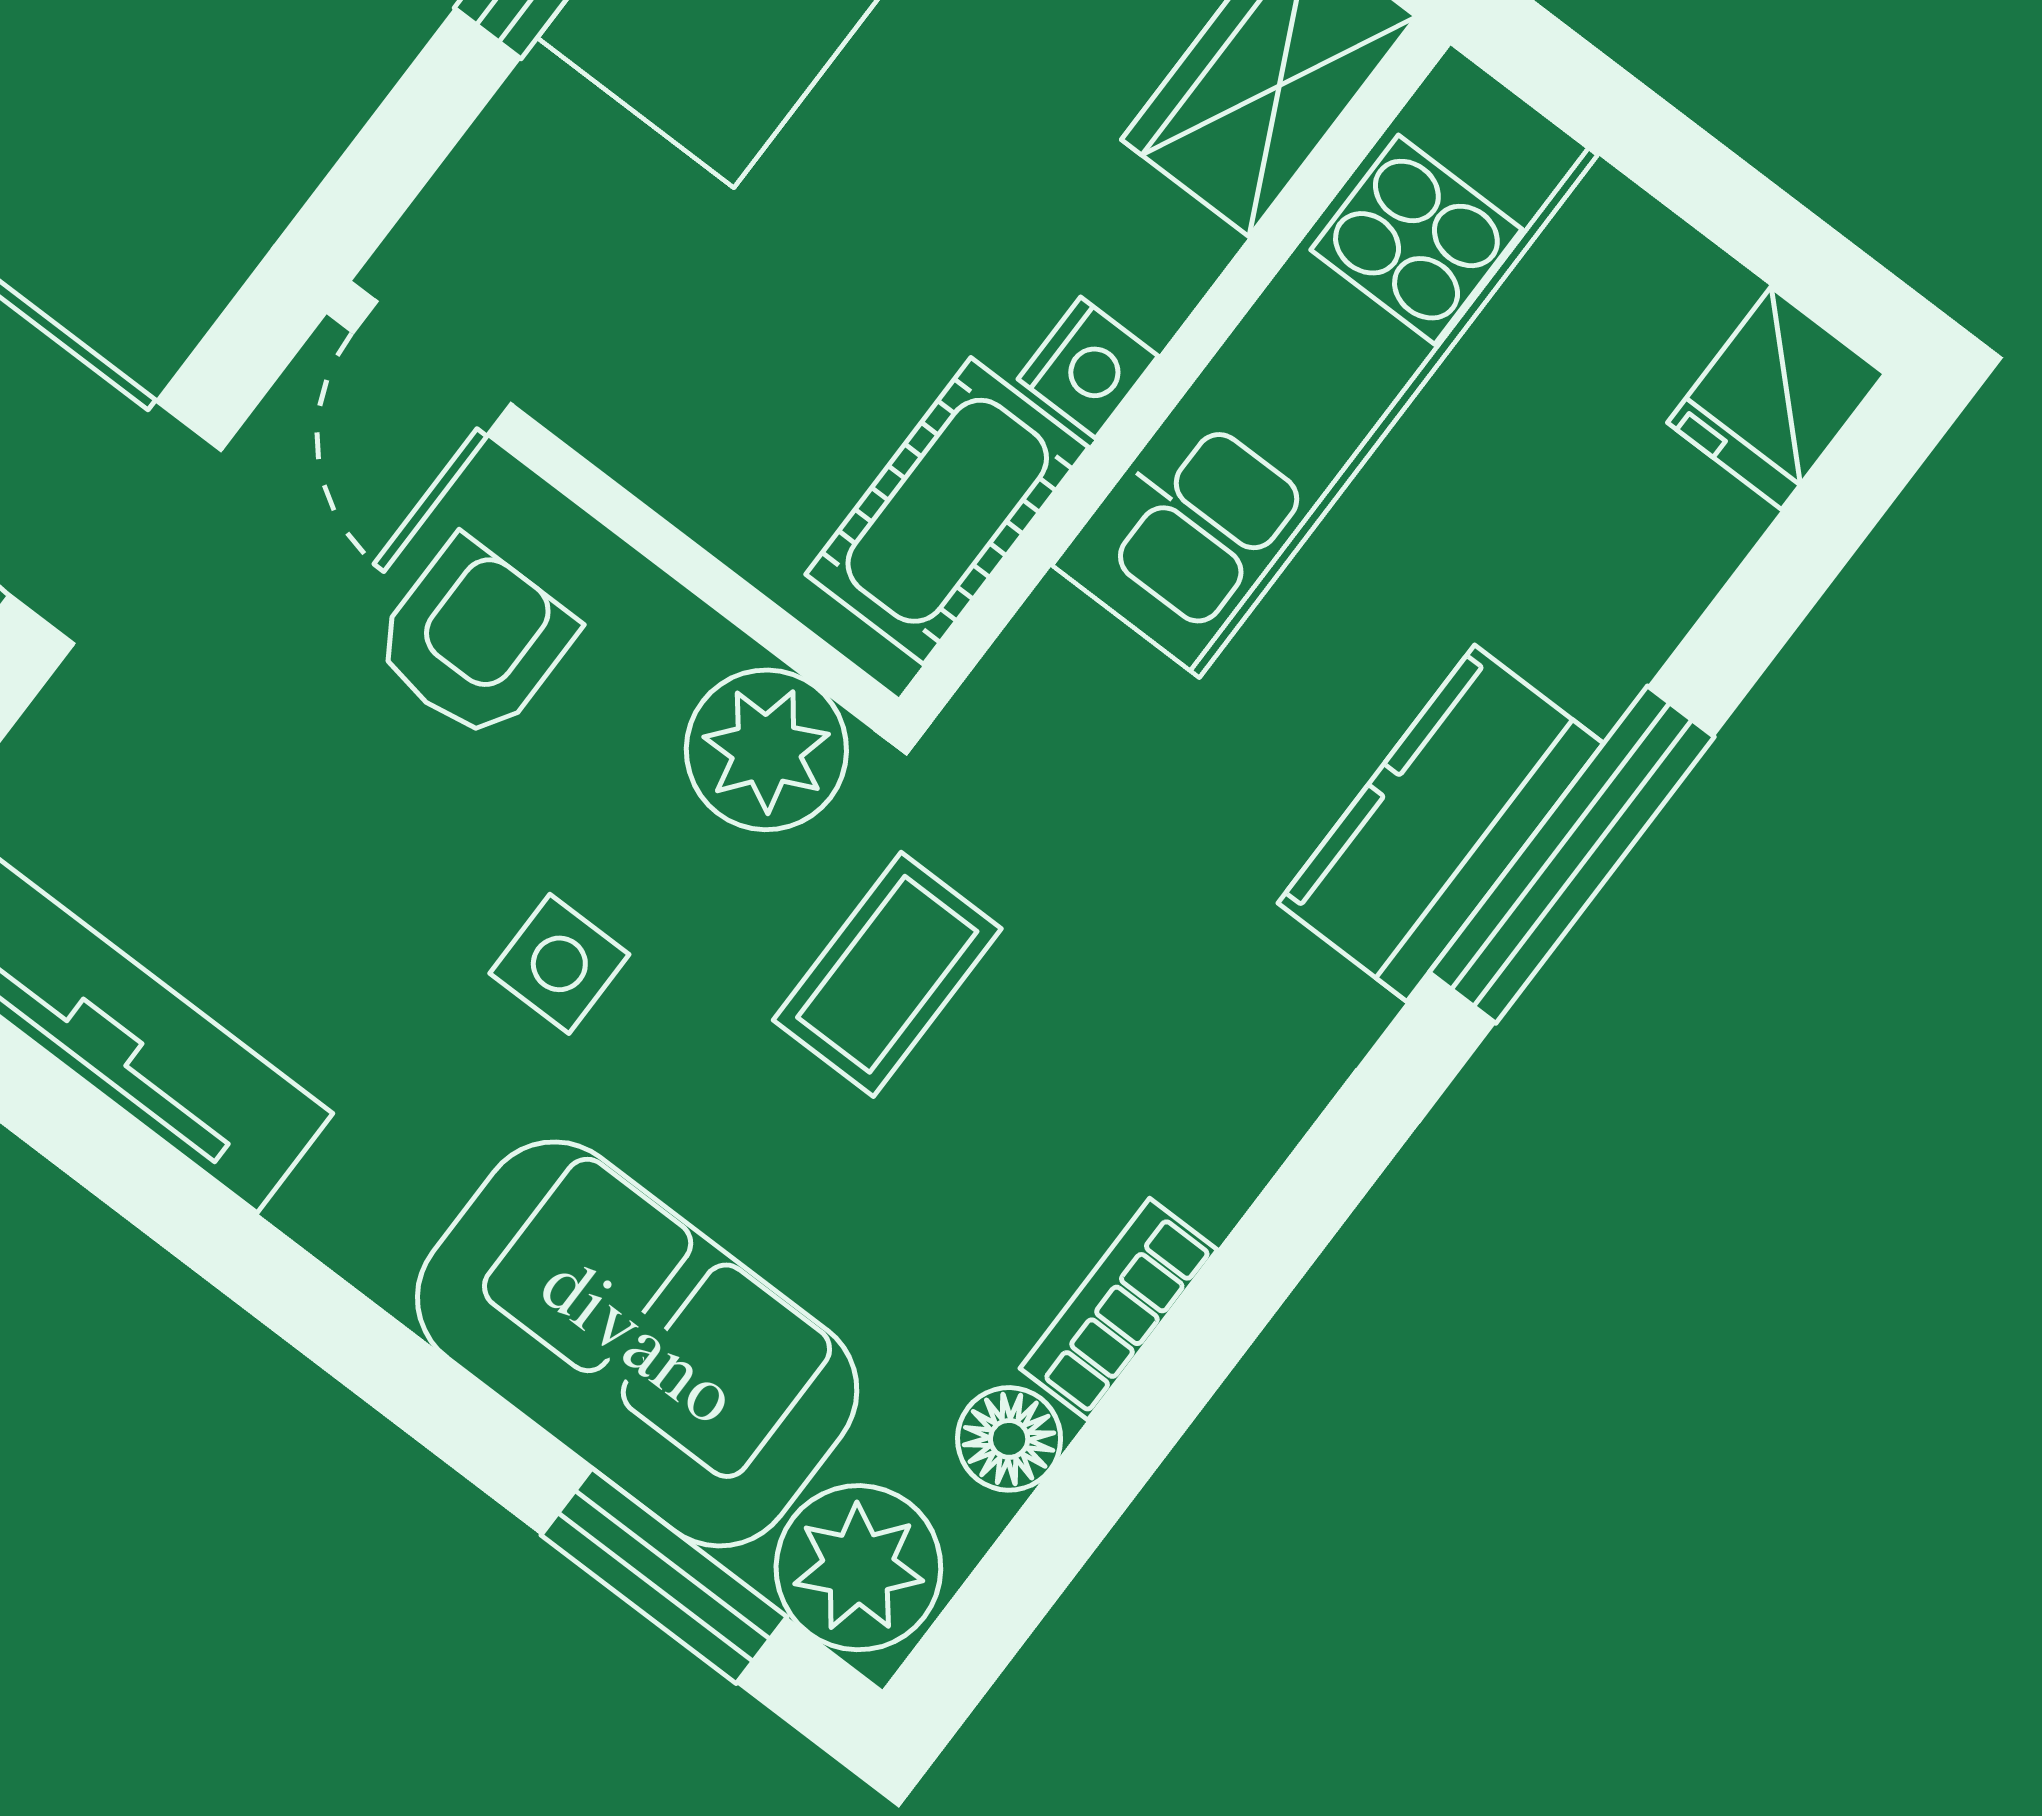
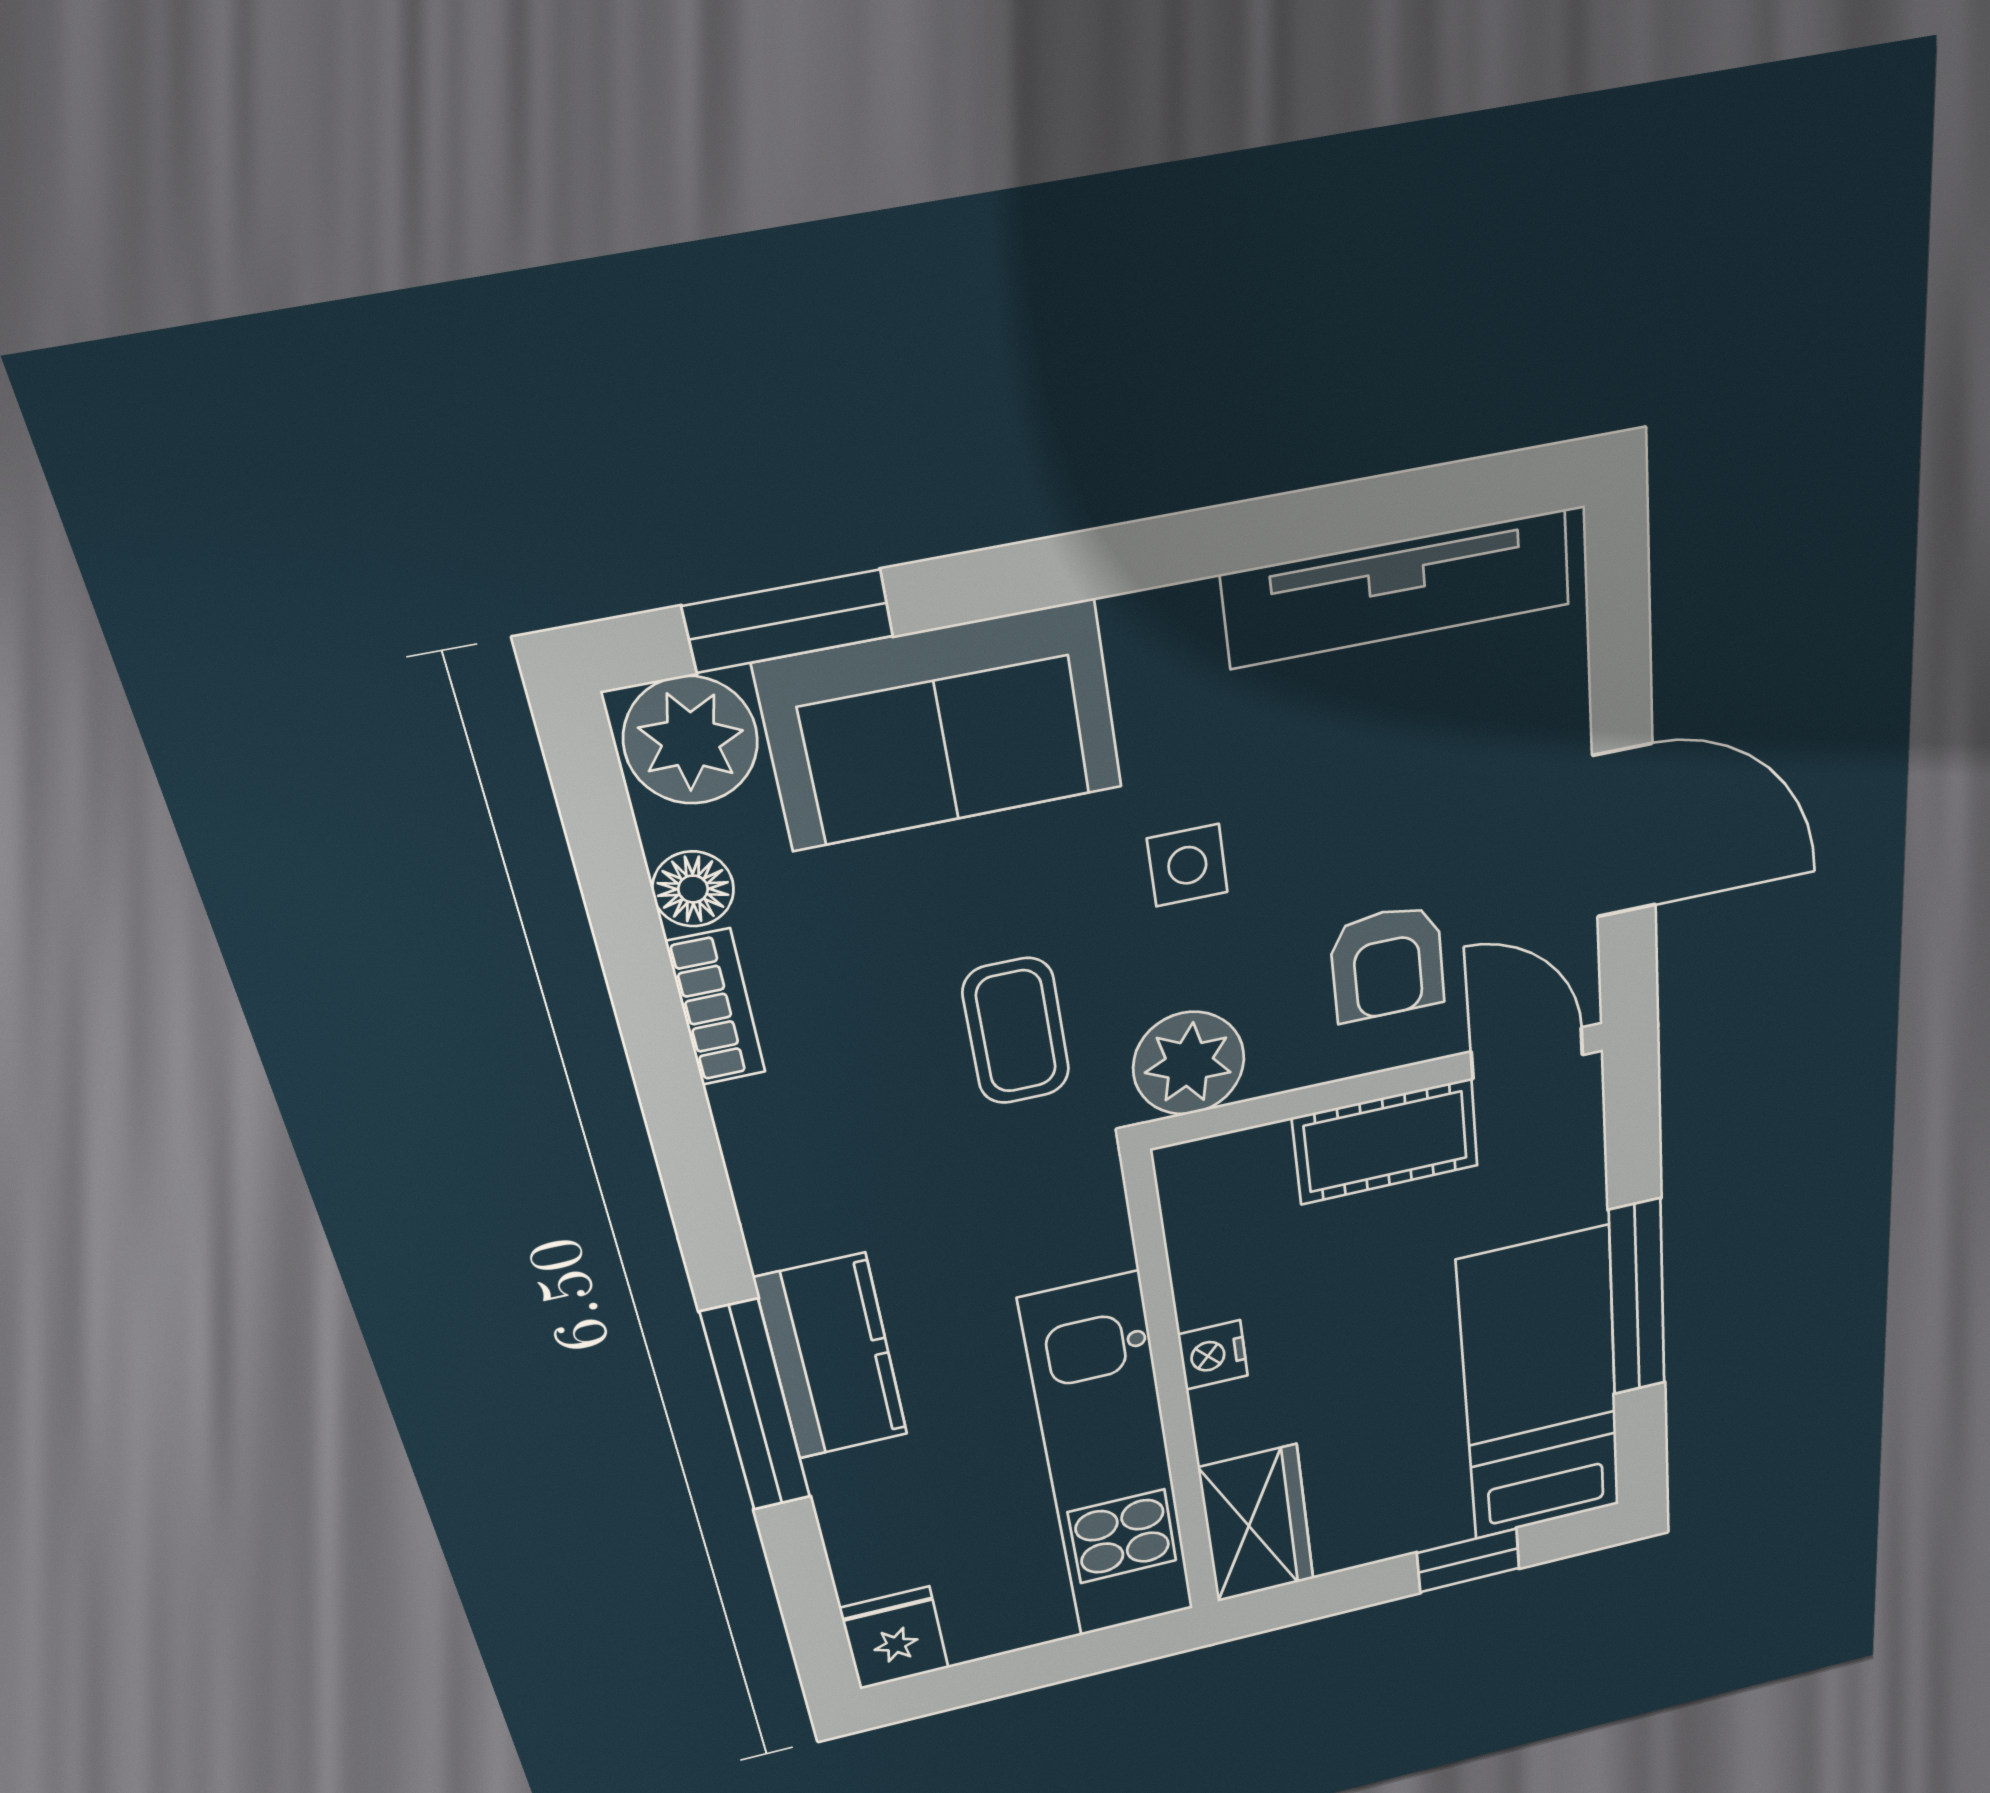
cot: (947, 511) -> (1386, 1142), moved, turned 90

